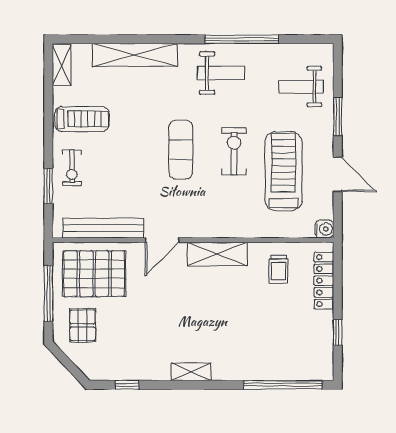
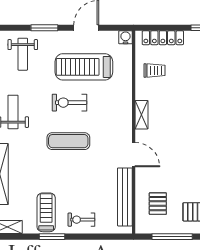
exercise bike: (72, 168) -> (81, 220), turned 180
window: (48, 186) -> (52, 237), moved
shelving: (217, 254) -> (141, 115), width x0.67, depth x0.75
pallet: (94, 274) -> (158, 204), width x0.49, depth x0.50

